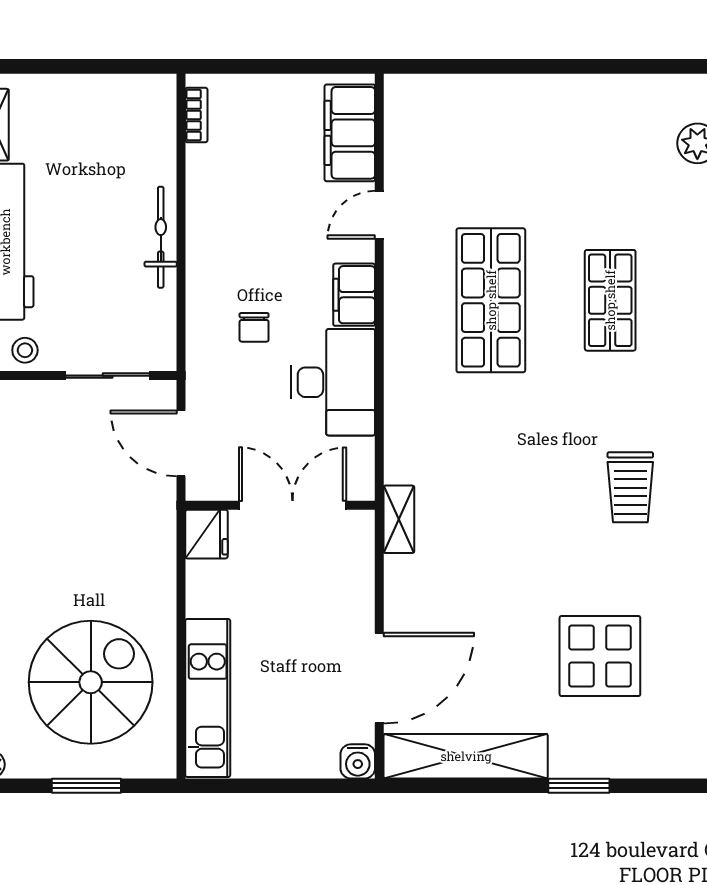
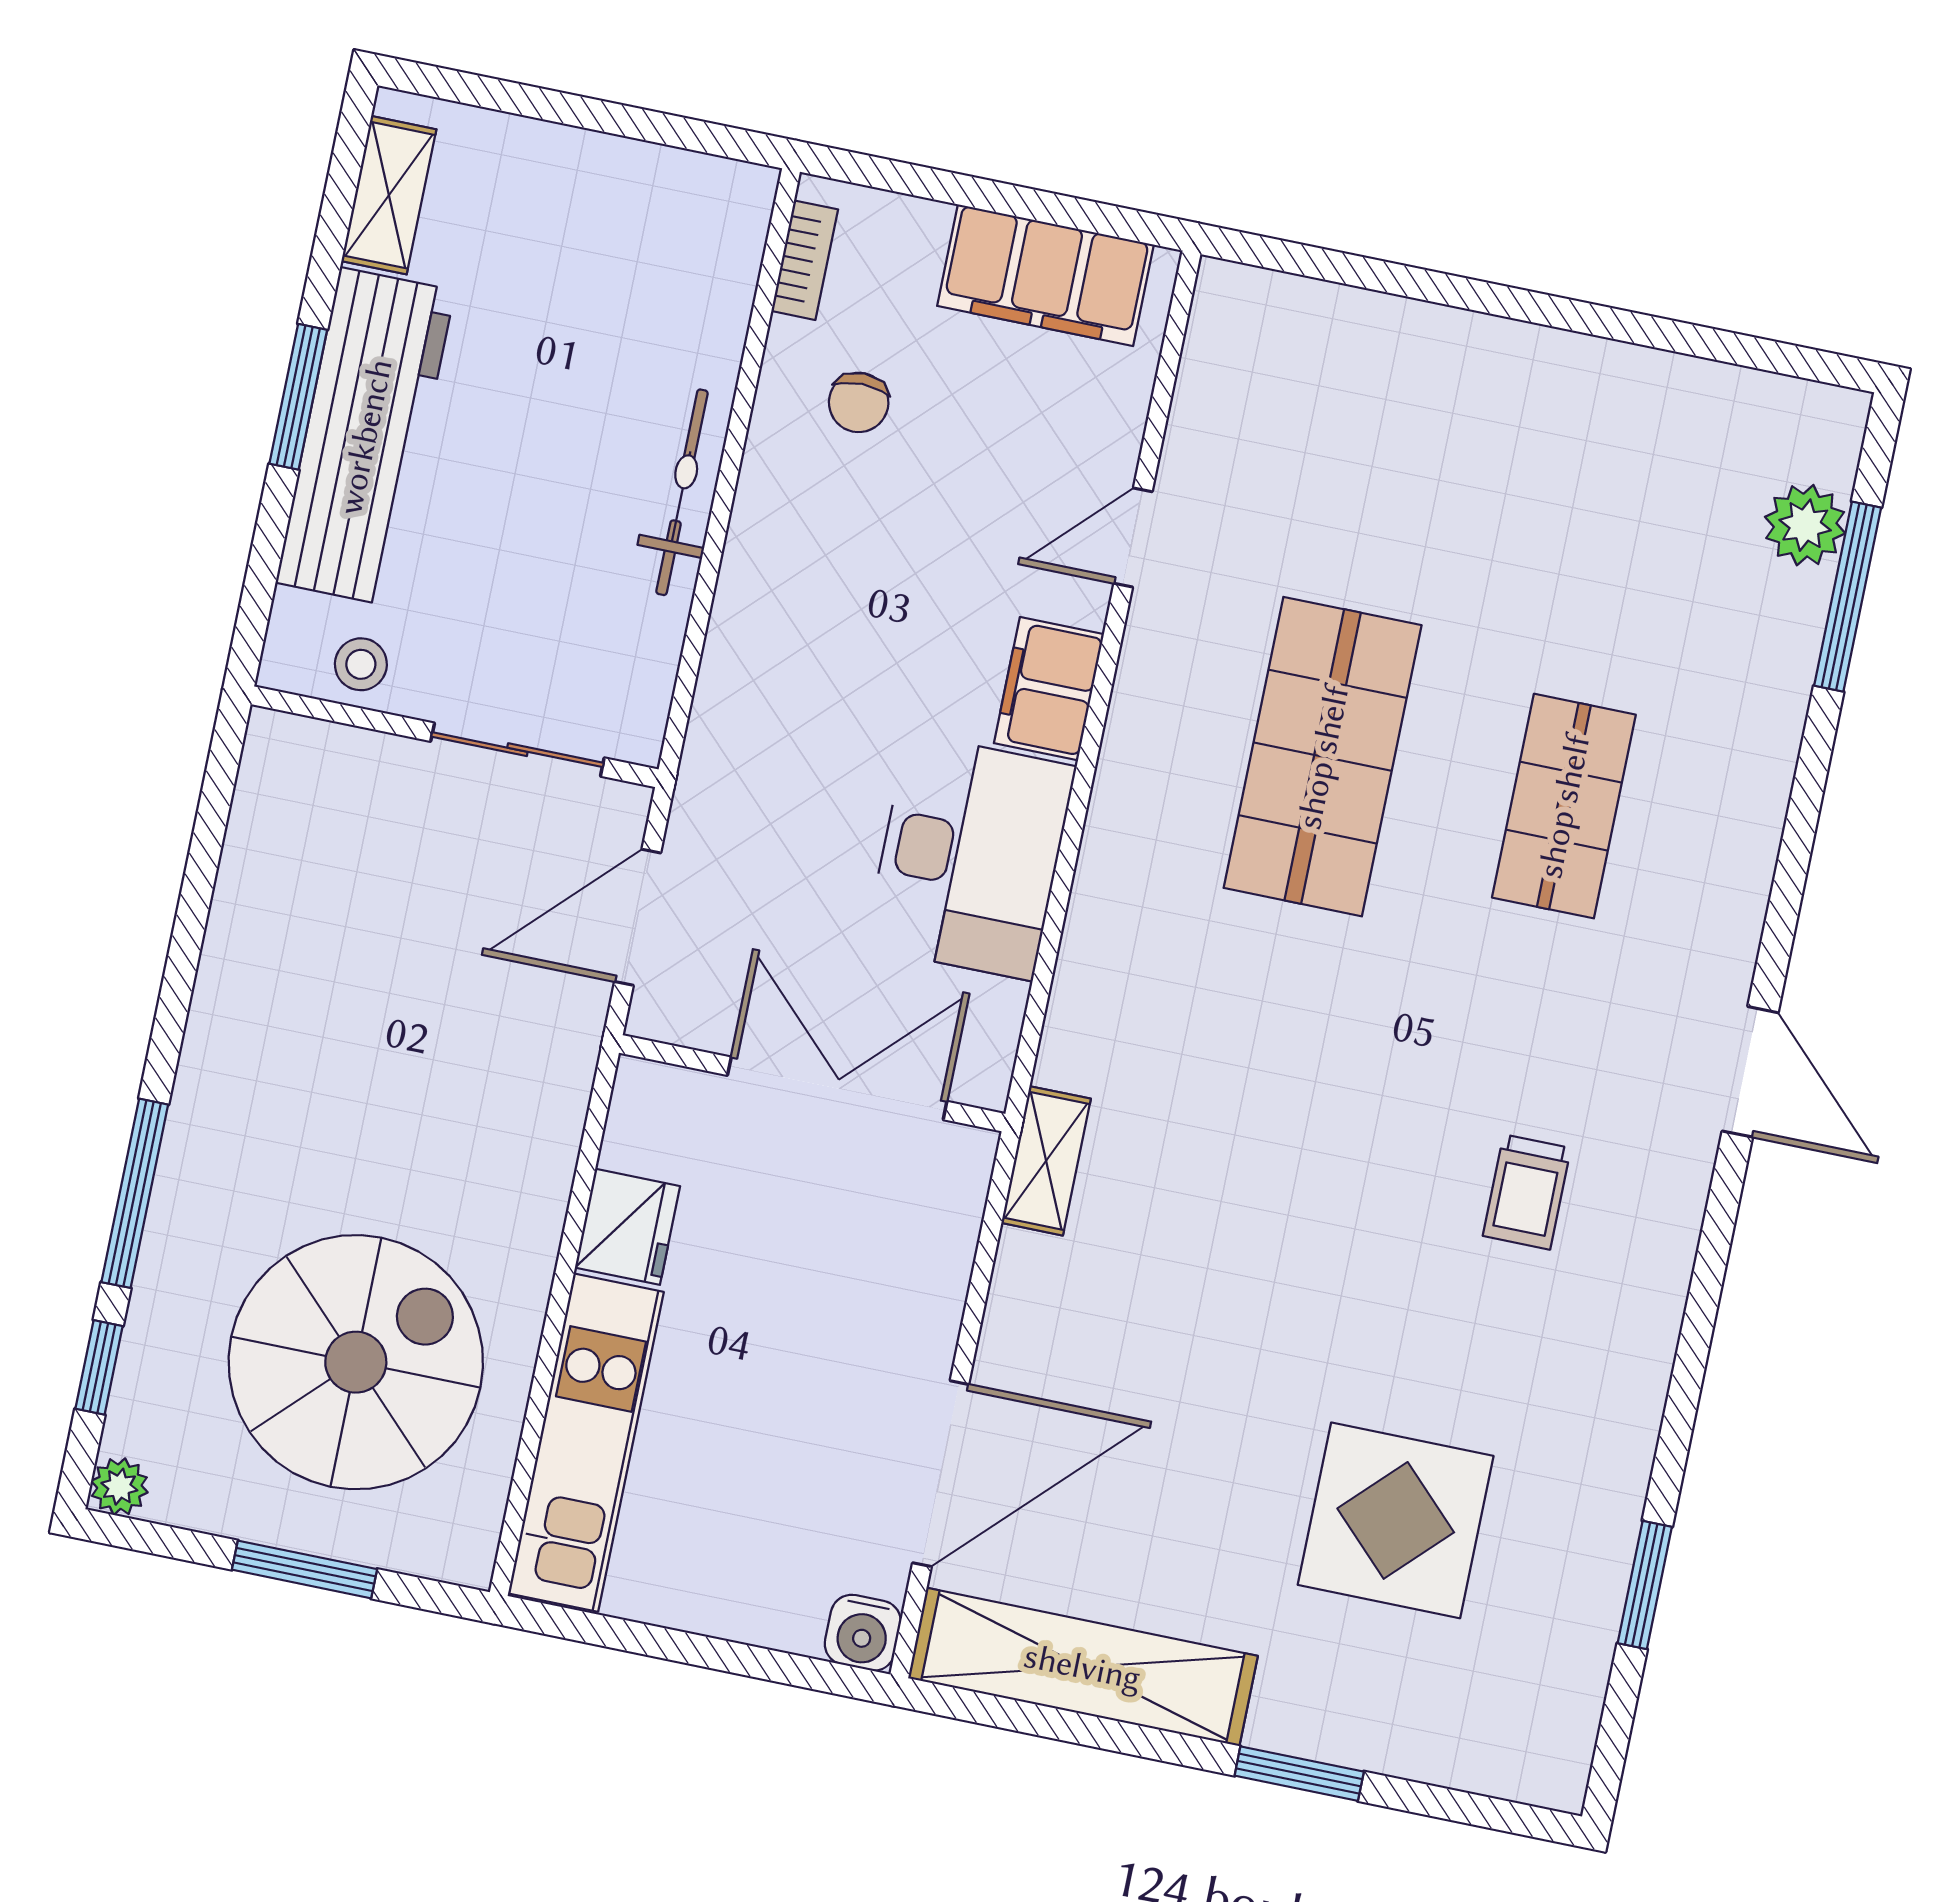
filing cabinet: (350, 133) -> (1046, 275), moved, turned -90
chair: (254, 327) -> (859, 402), moved
door: (181, 443) -> (638, 917), hinge flipped
trolley: (630, 487) -> (1527, 1192), width x0.73, depth x0.72
fridge: (206, 534) -> (628, 1227), moved

